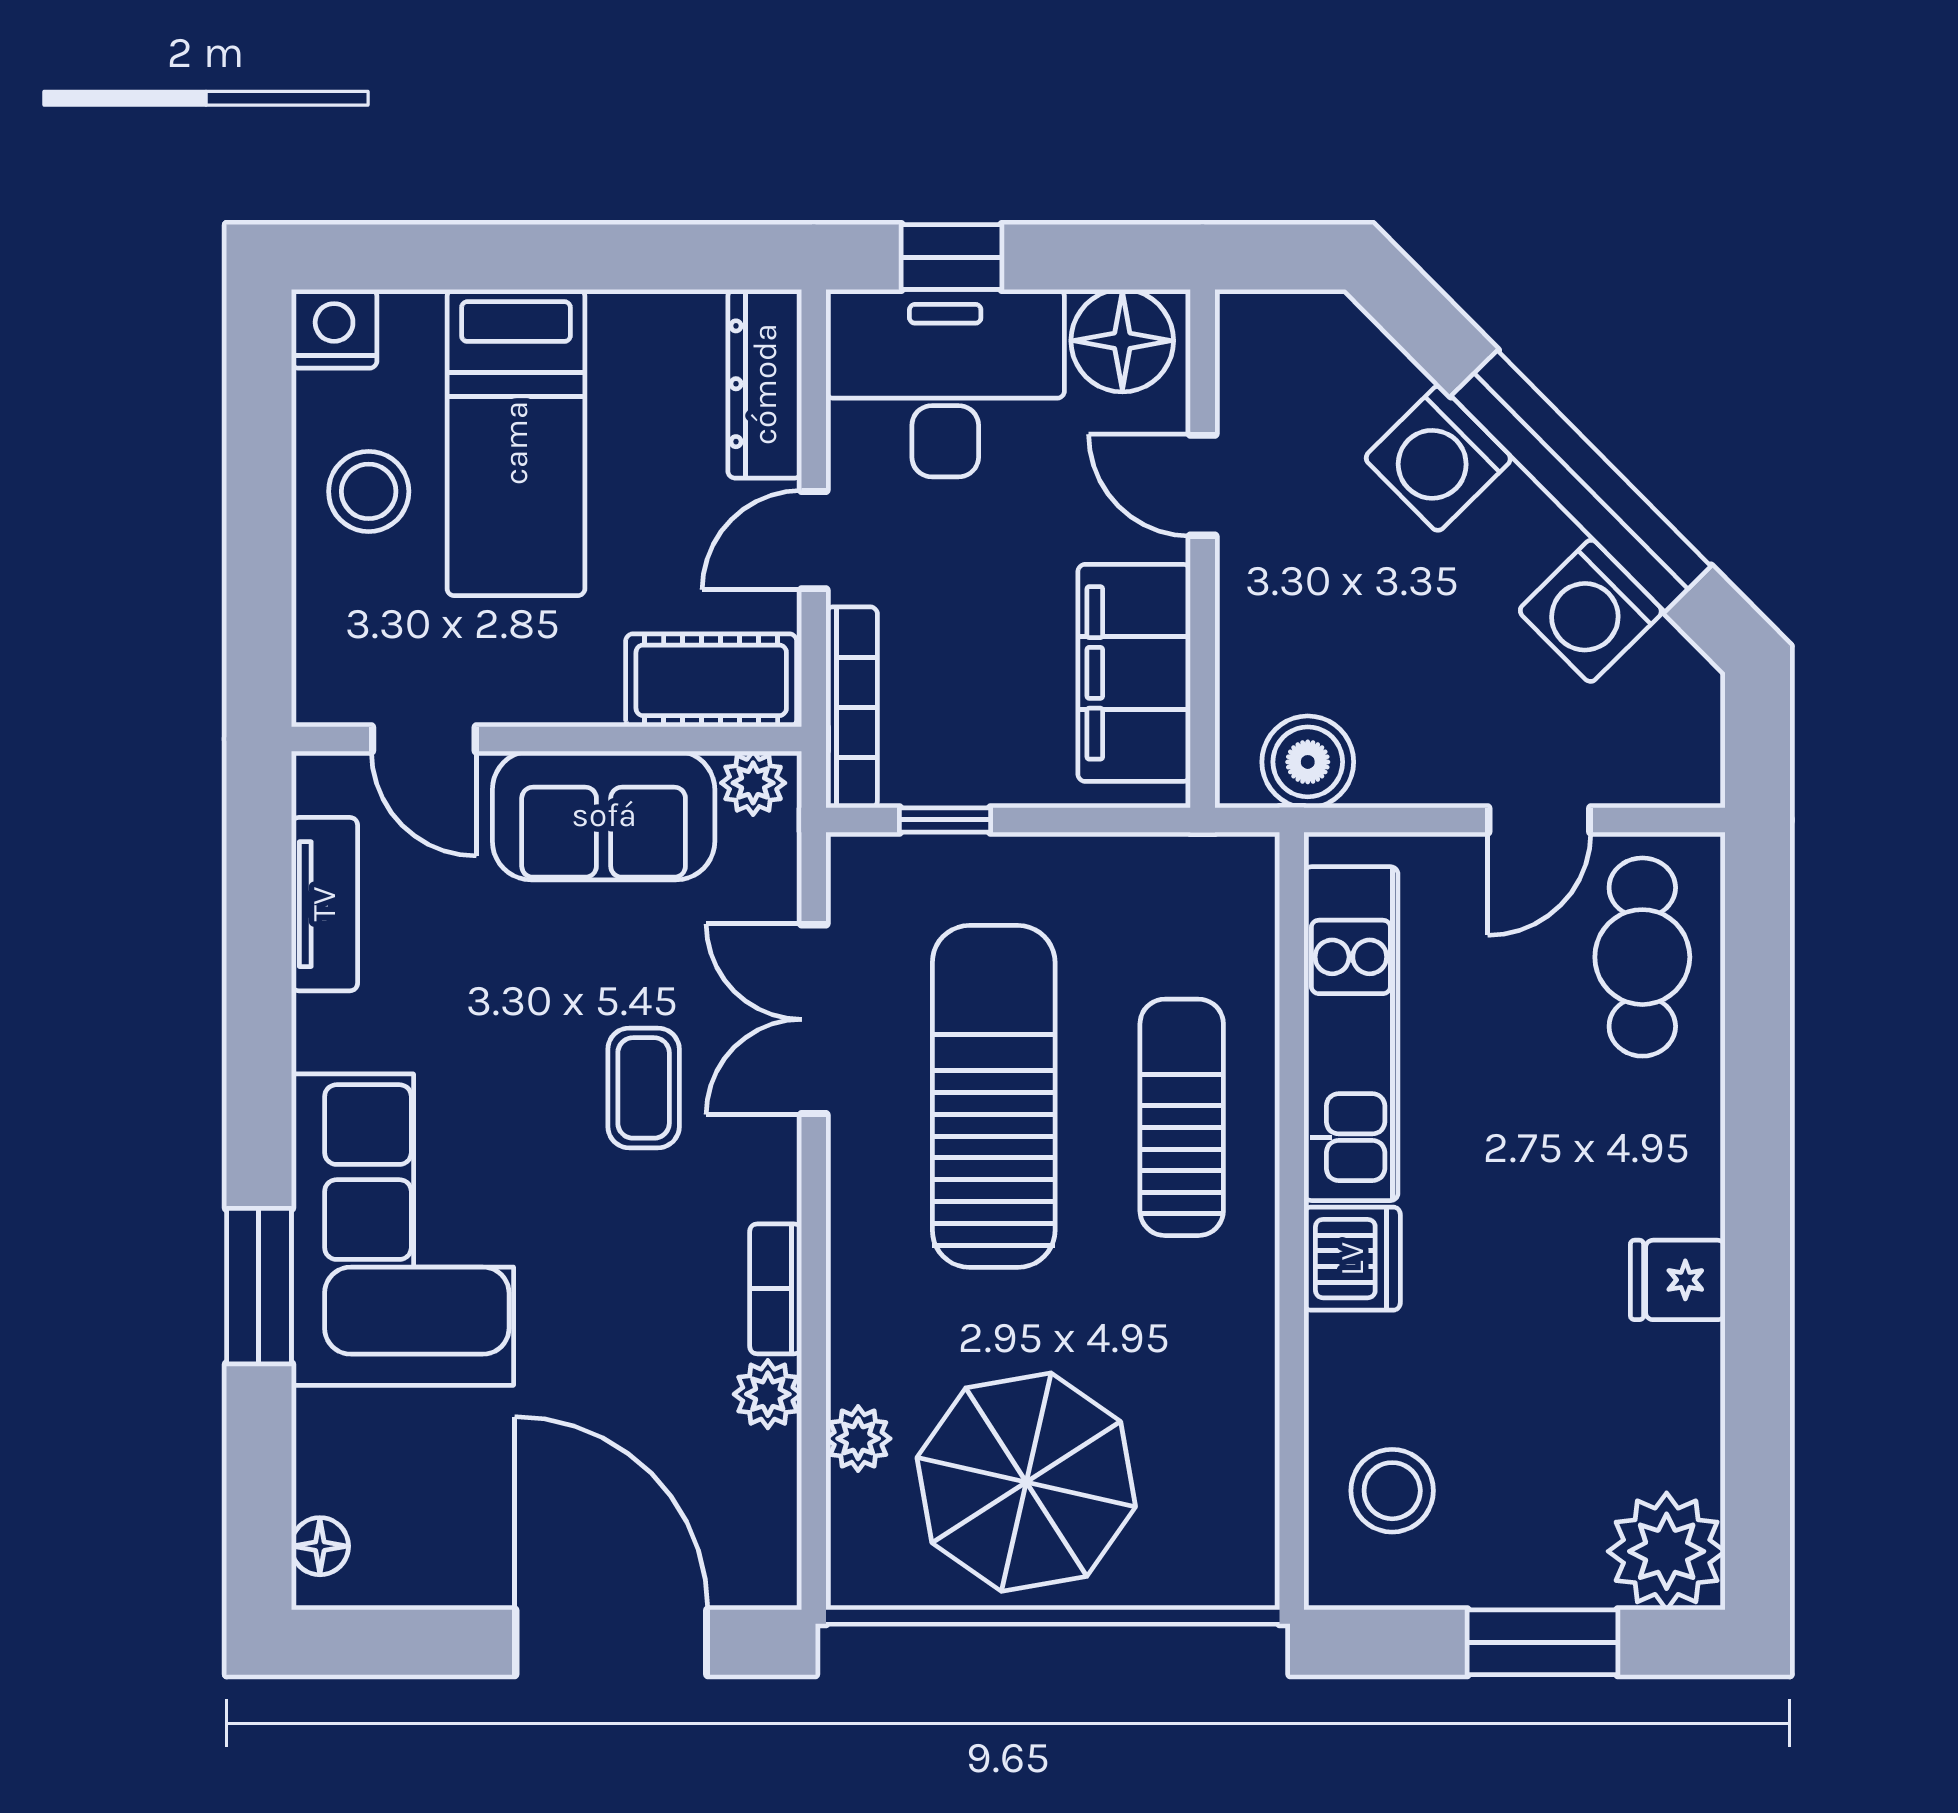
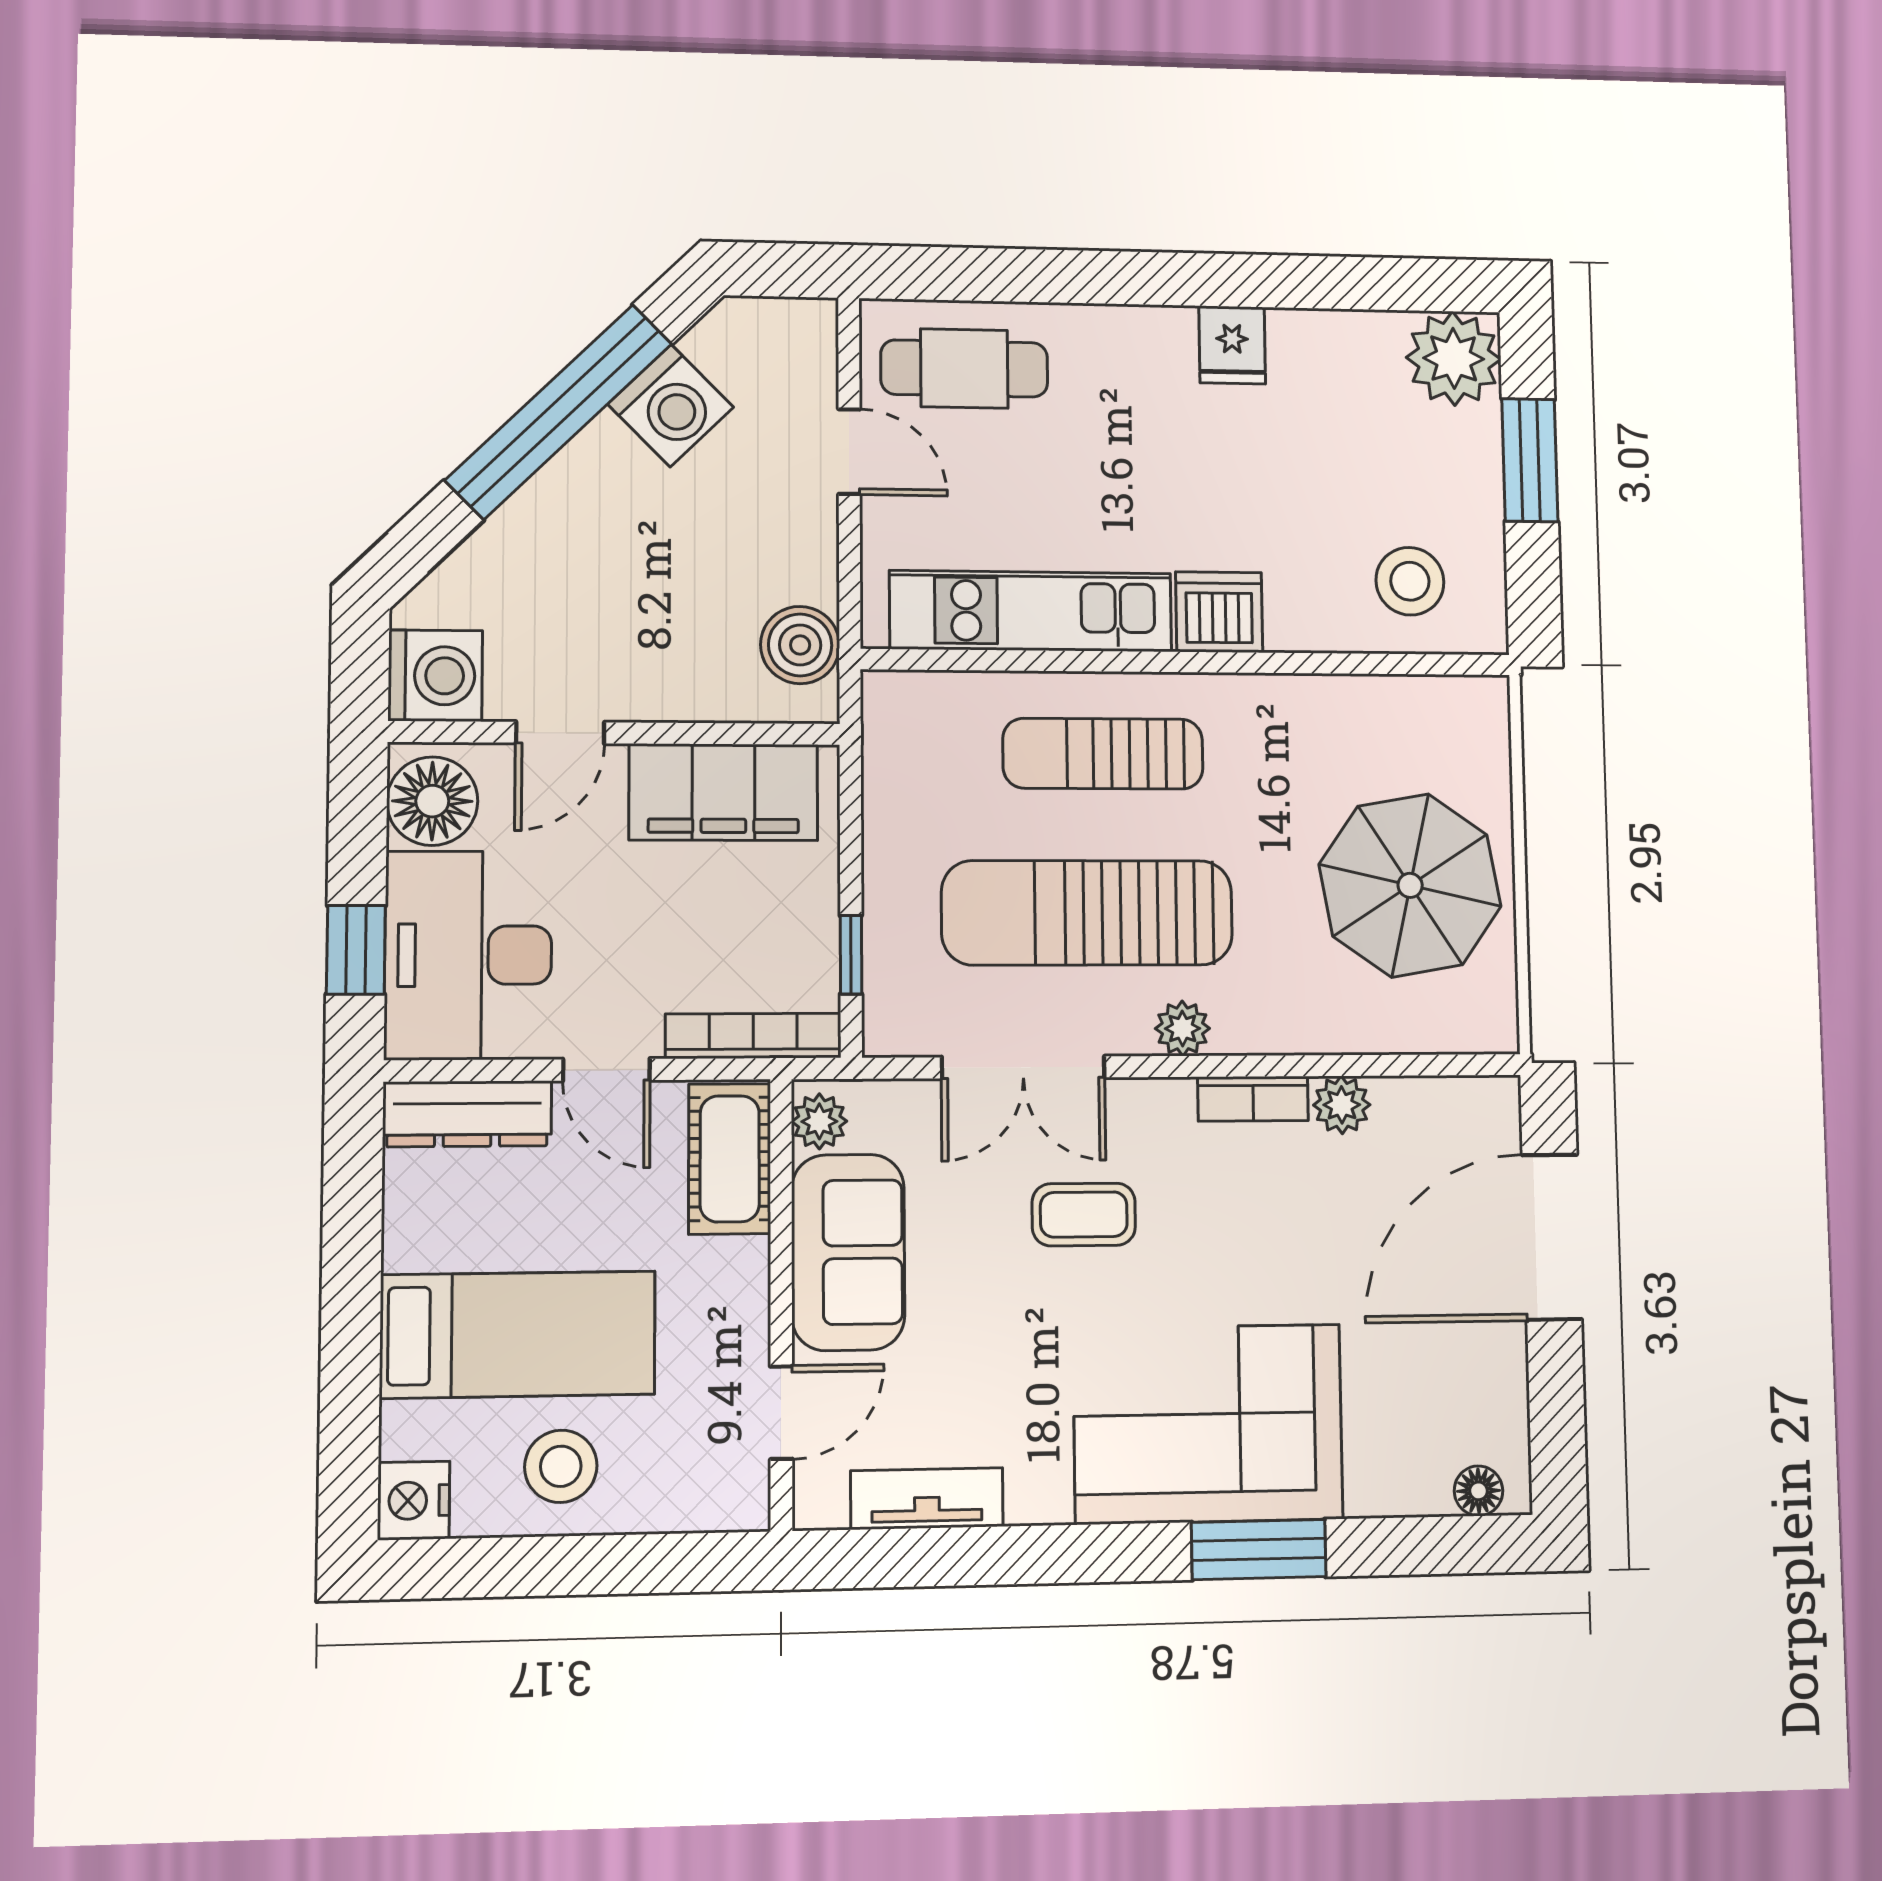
washing machine: (1438, 458) -> (435, 676), moved, turned -45
plant: (858, 1439) -> (1182, 1028), moved

